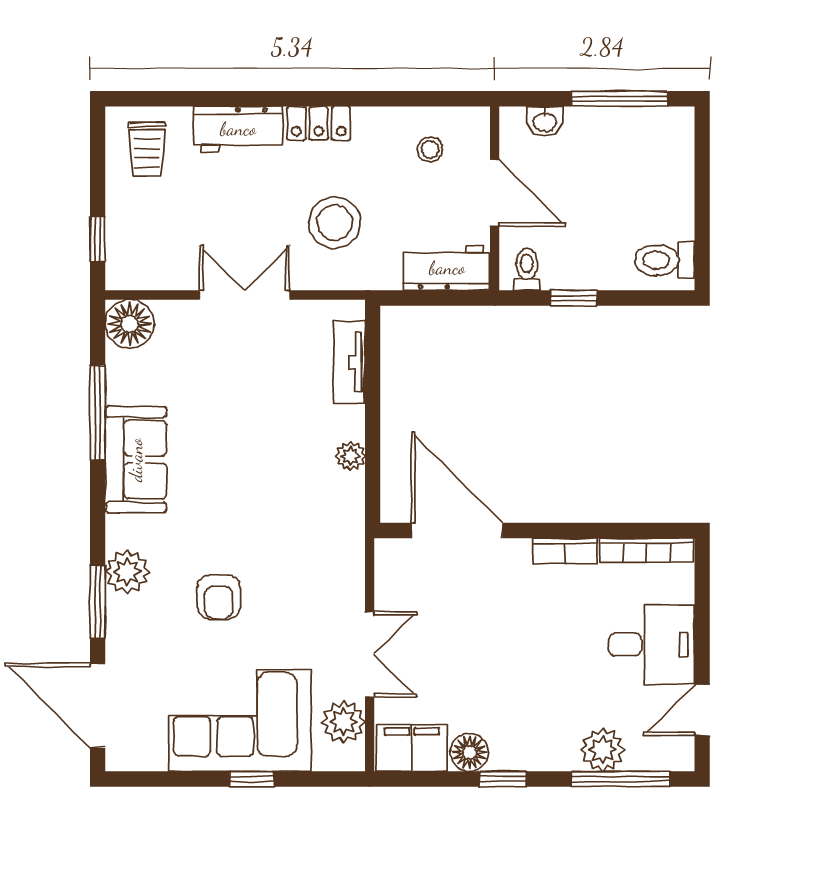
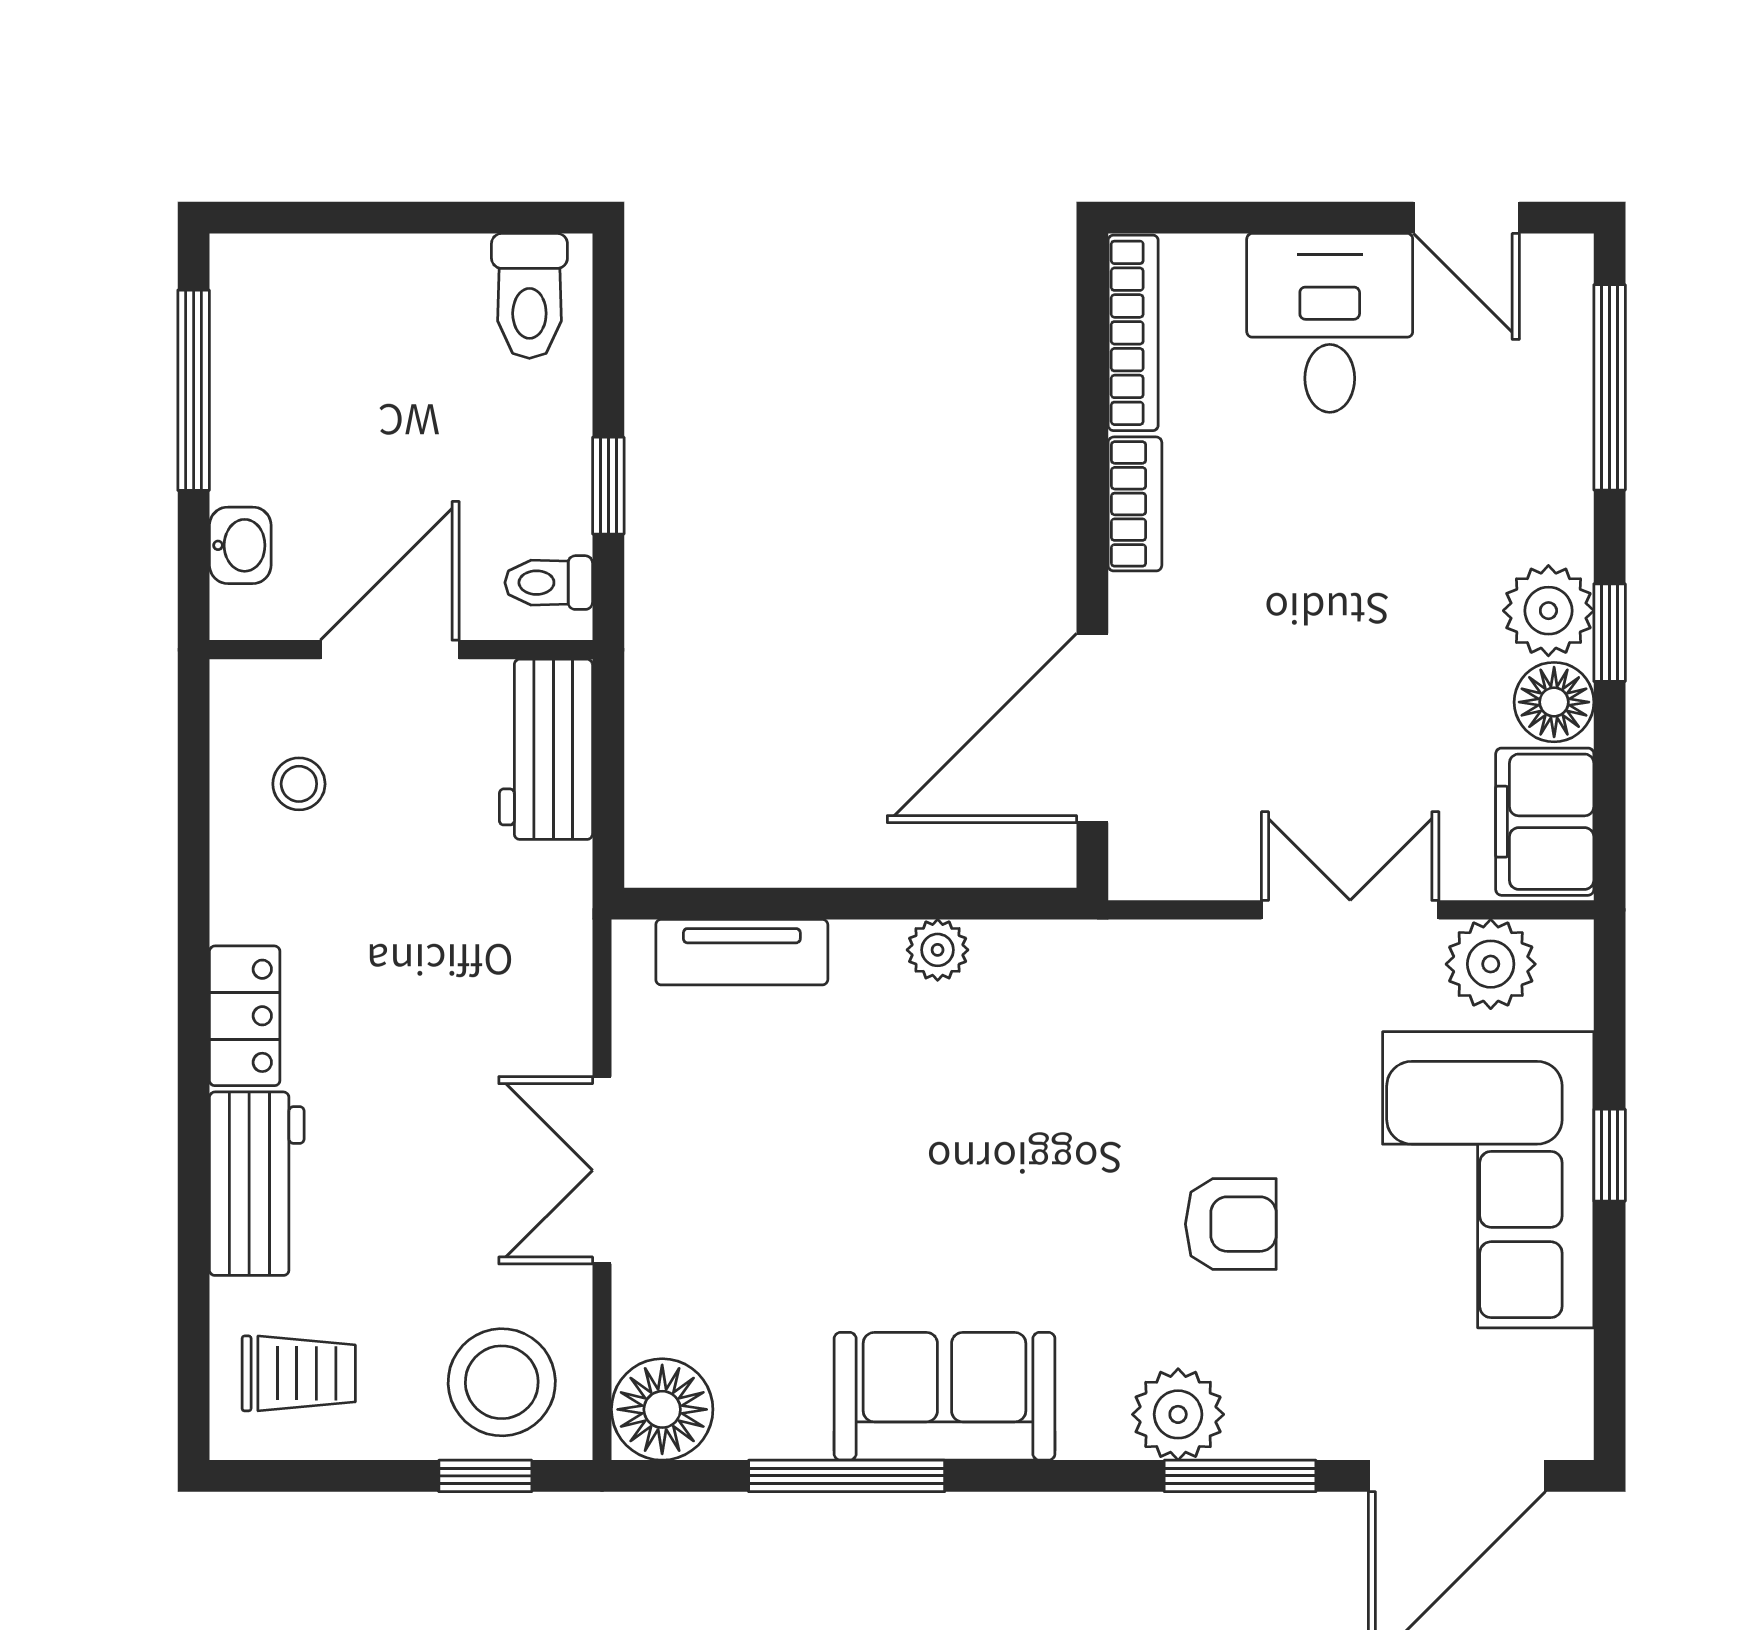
stool: (335, 223) -> (502, 1382), moved
plant: (603, 750) -> (1548, 611), moved

